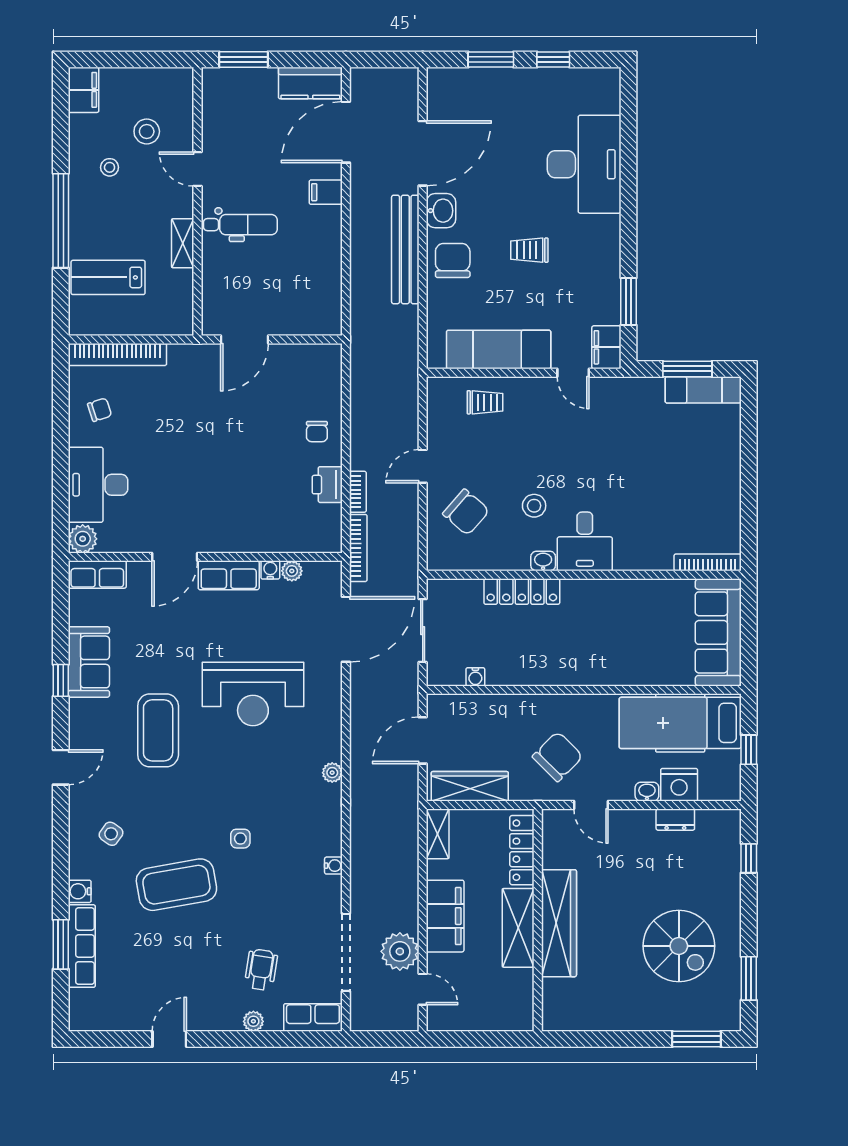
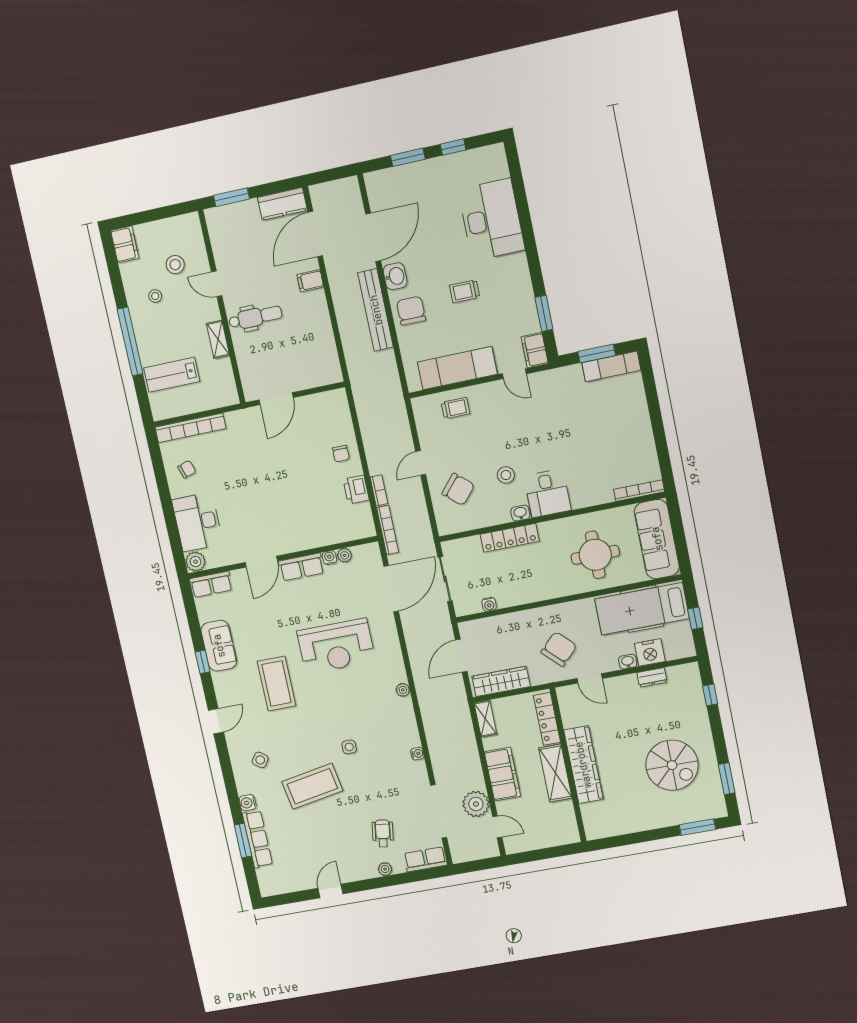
round table: (632, 637) -> (595, 555), added

